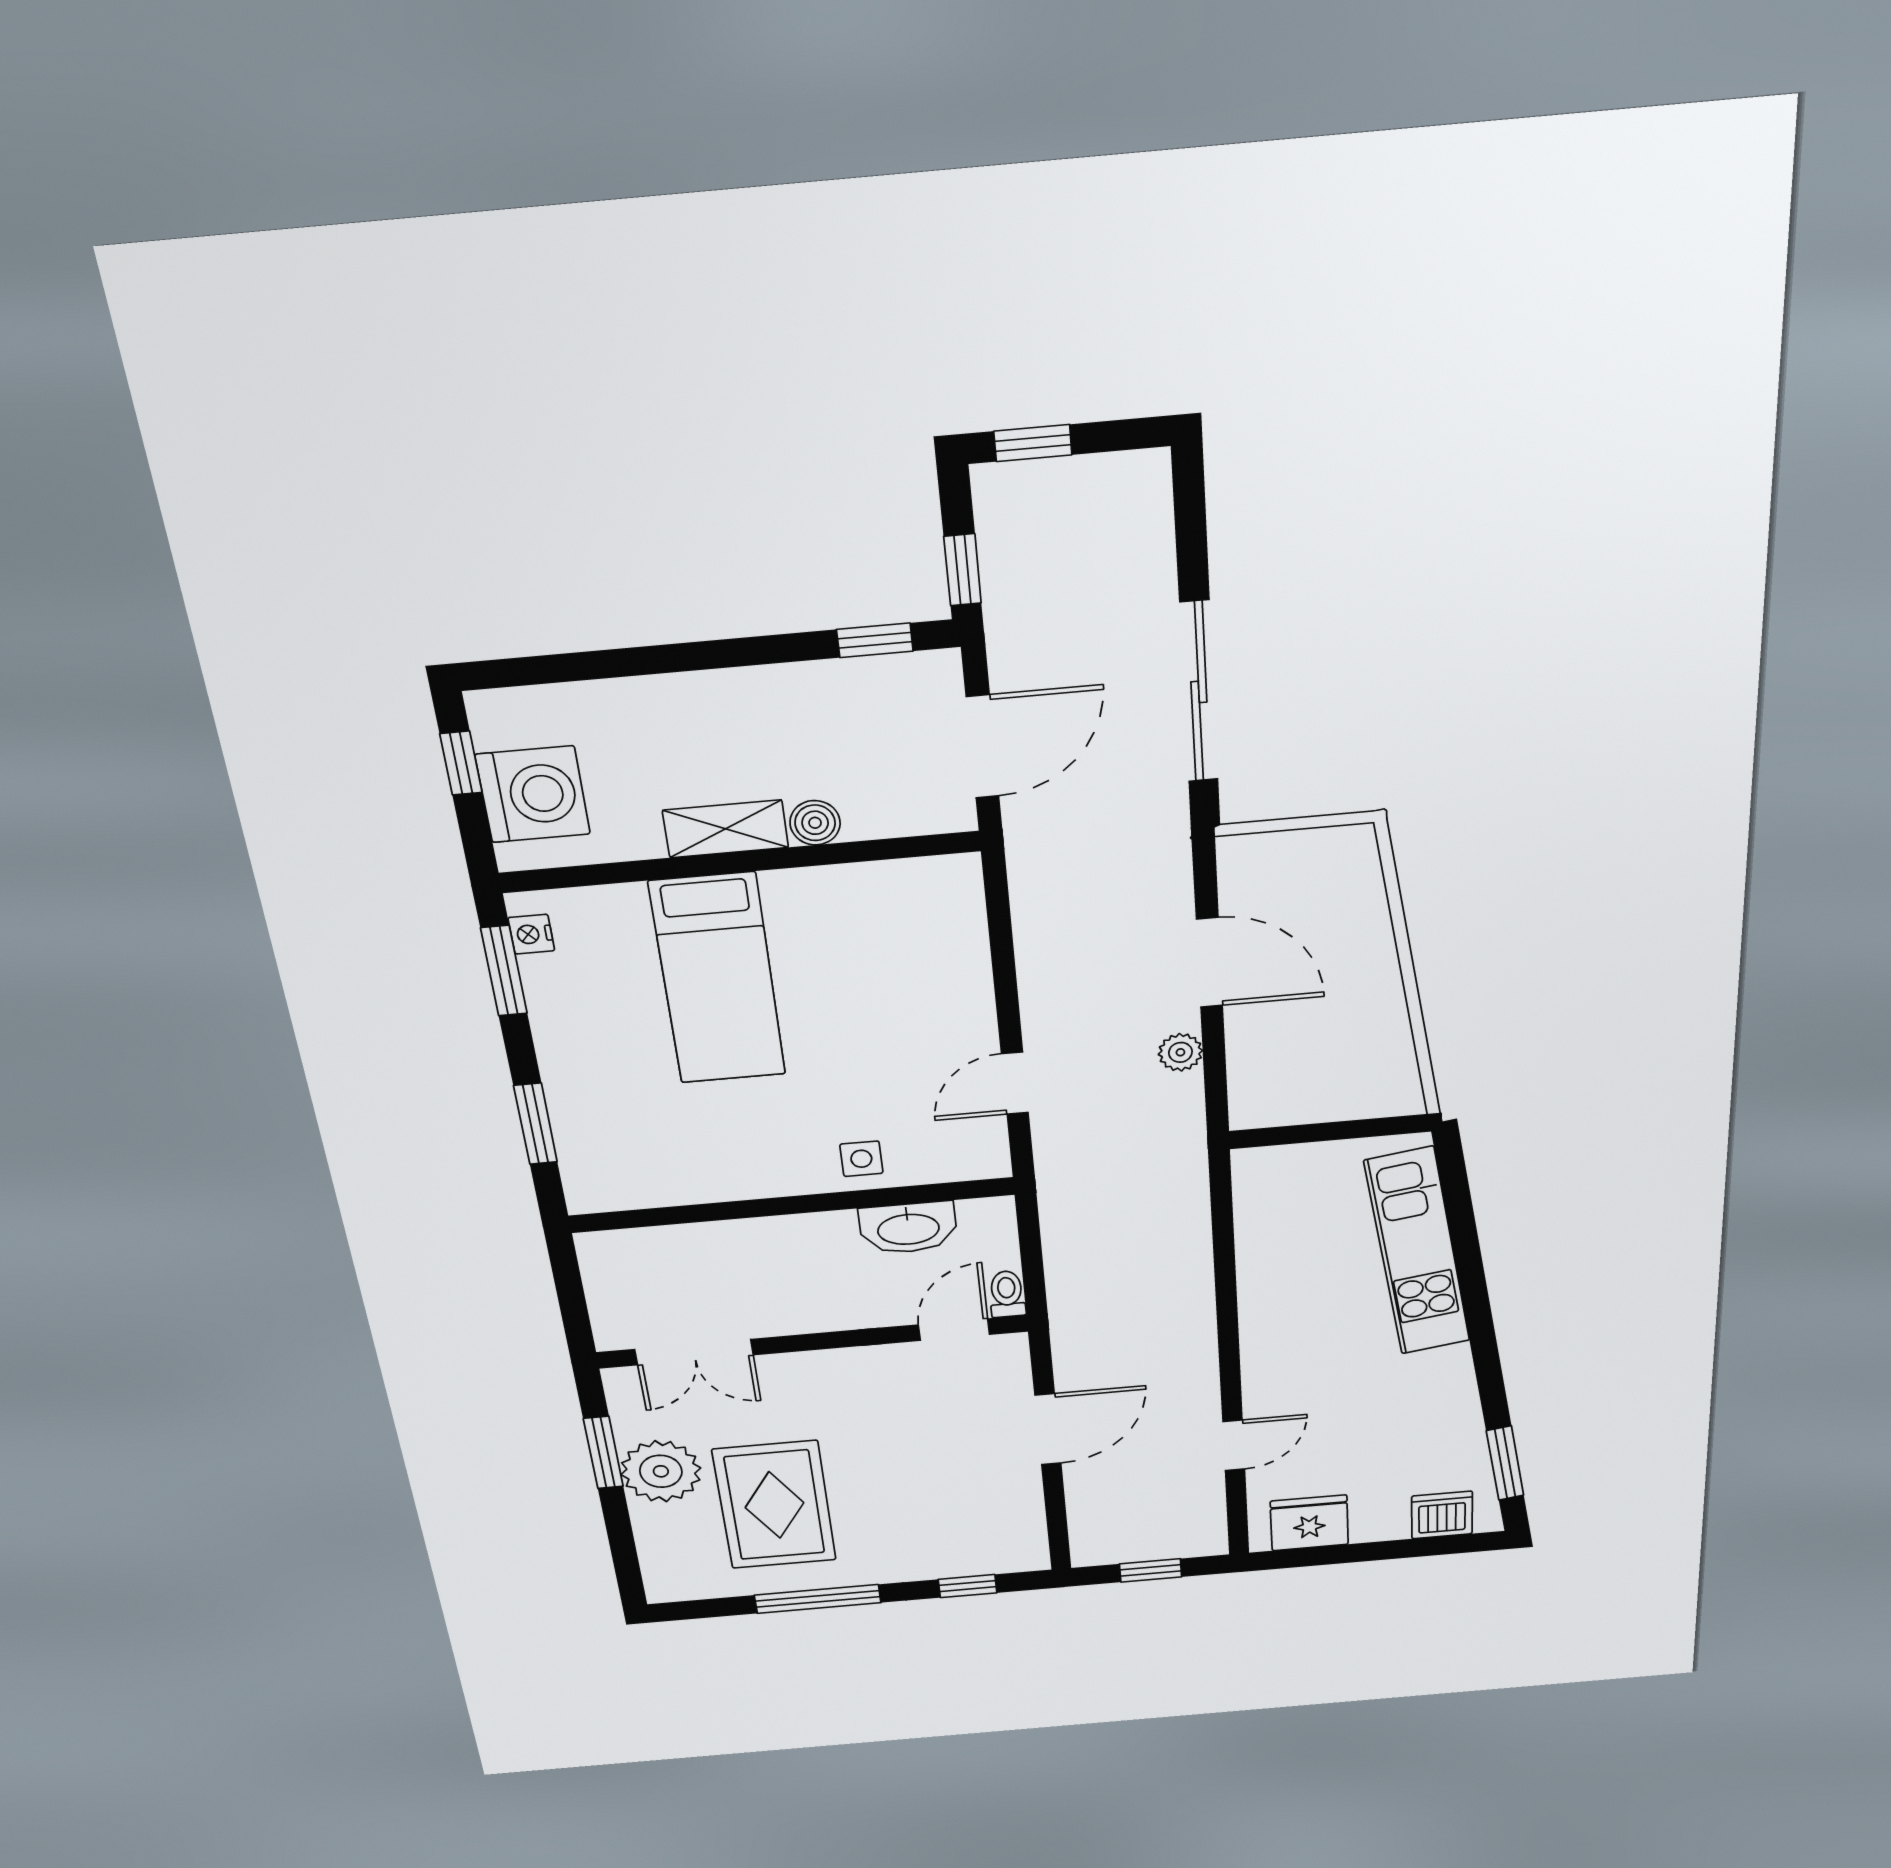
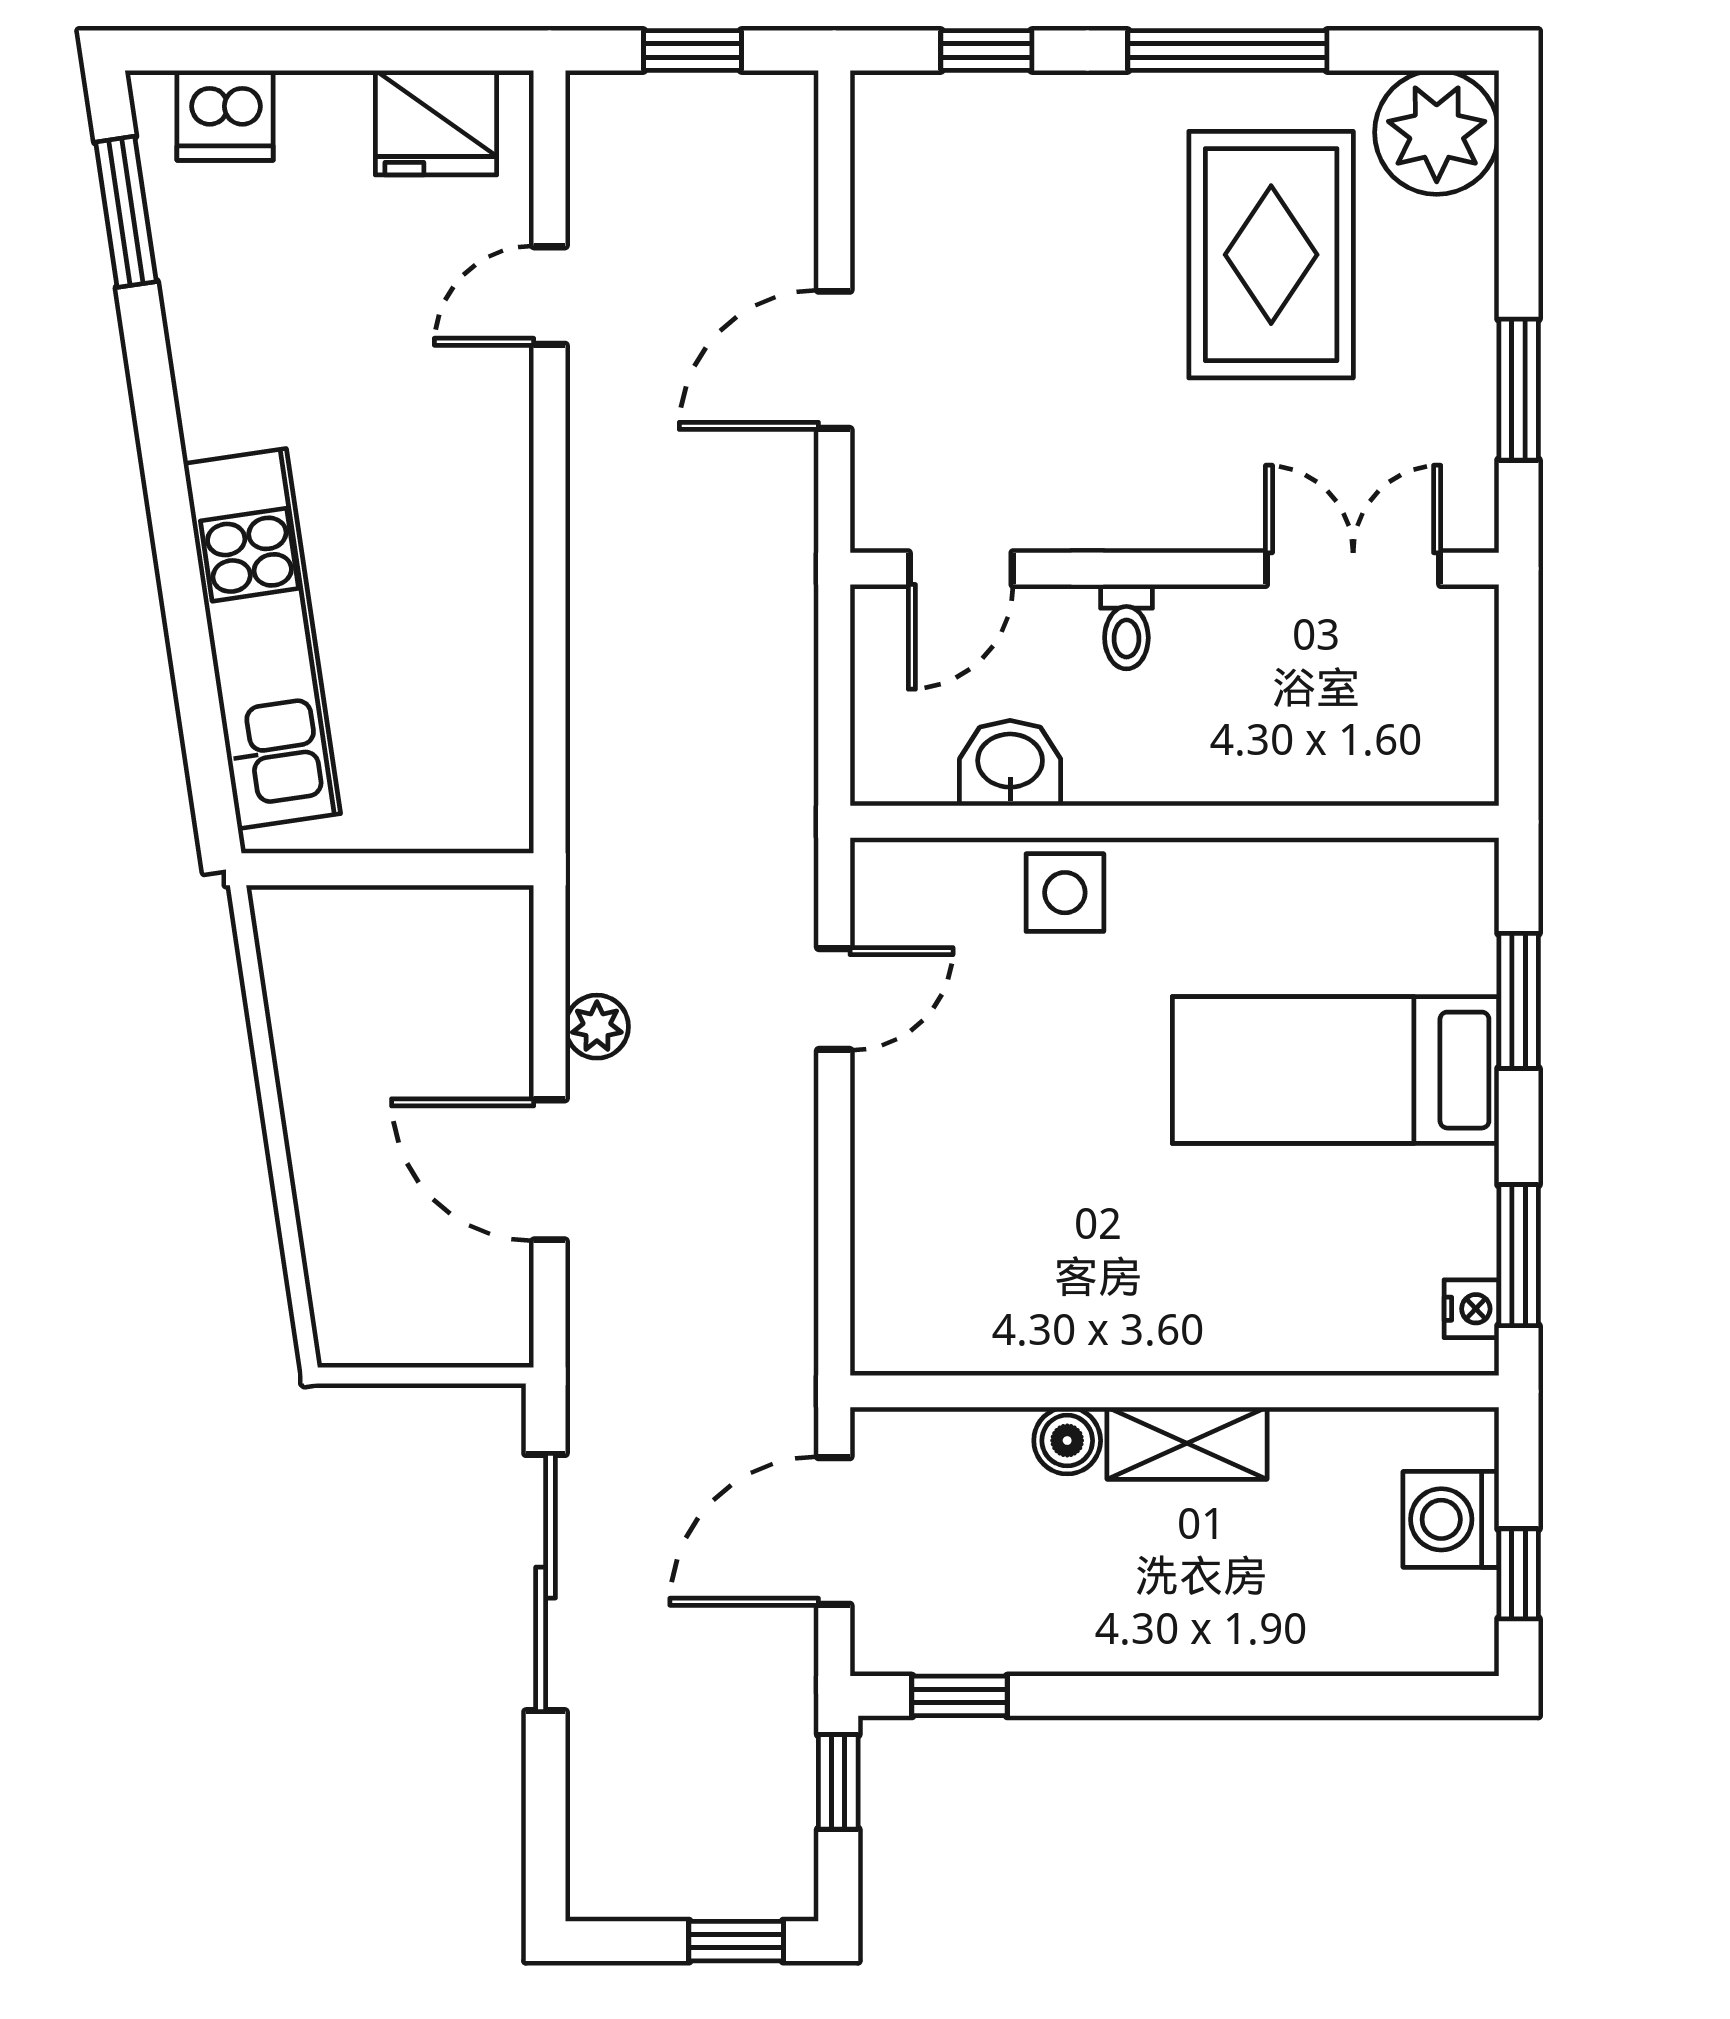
washing machine: (533, 794) -> (1451, 1519), width x0.73, depth x0.73
bed: (718, 979) -> (1336, 1070), moved, turned -90
side table: (861, 1159) -> (1065, 893), width x1.37, depth x1.37
washbasin: (908, 1228) -> (1010, 763), width x0.72
toilet: (1007, 1294) -> (1126, 627), moved
plant: (661, 1471) -> (1437, 132), moved

